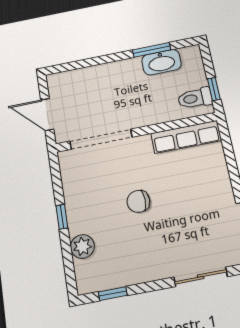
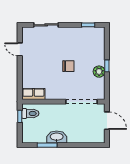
washbasin: (161, 62) -> (57, 137), moved
row of seats: (186, 137) -> (33, 94), width x0.68
plant: (82, 246) -> (99, 72), moved

